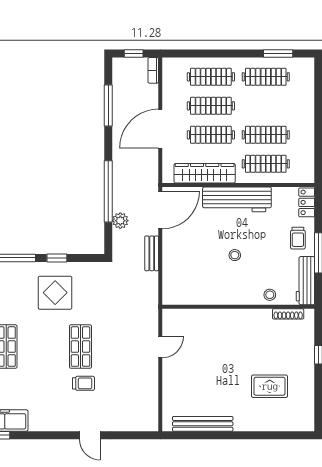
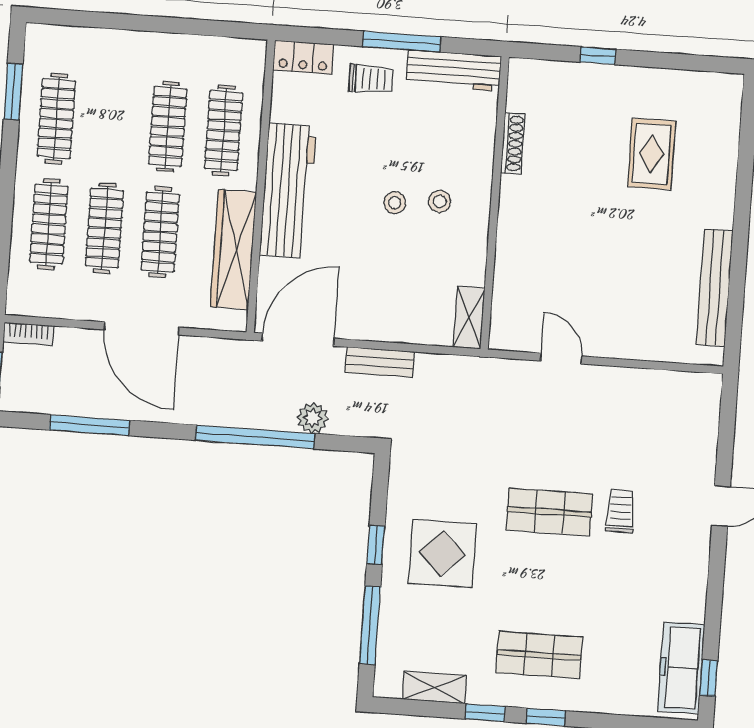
door: (160, 210) -> (298, 340), hinge flipped
stool: (270, 295) -> (440, 201), moved
shelving: (178, 298) -> (469, 318), added
shoe rack: (288, 314) -> (513, 143), moved

